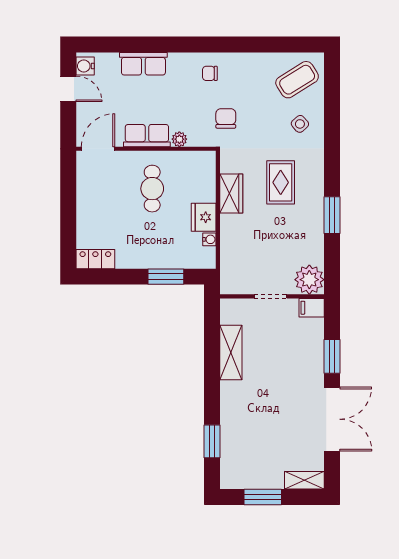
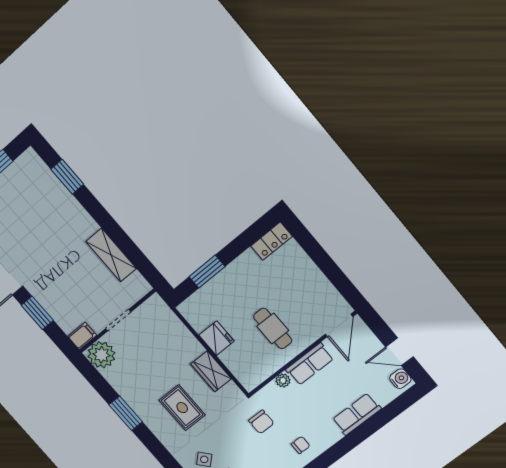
water cooler: (209, 239) -> (198, 325), removed

